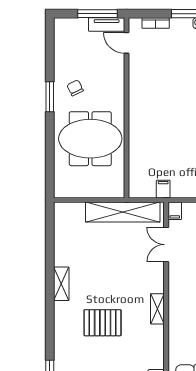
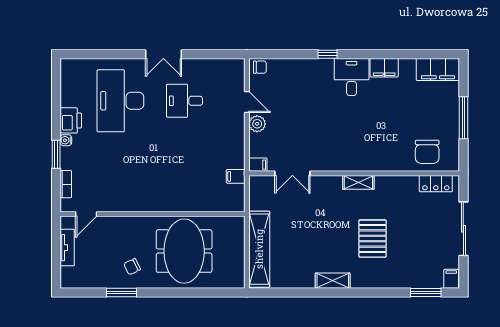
window: (97, 14) -> (56, 244), removed
tv unit: (107, 25) -> (67, 248), moved
window: (50, 97) -> (122, 293), moved
shelving: (123, 212) -> (259, 249), moved

